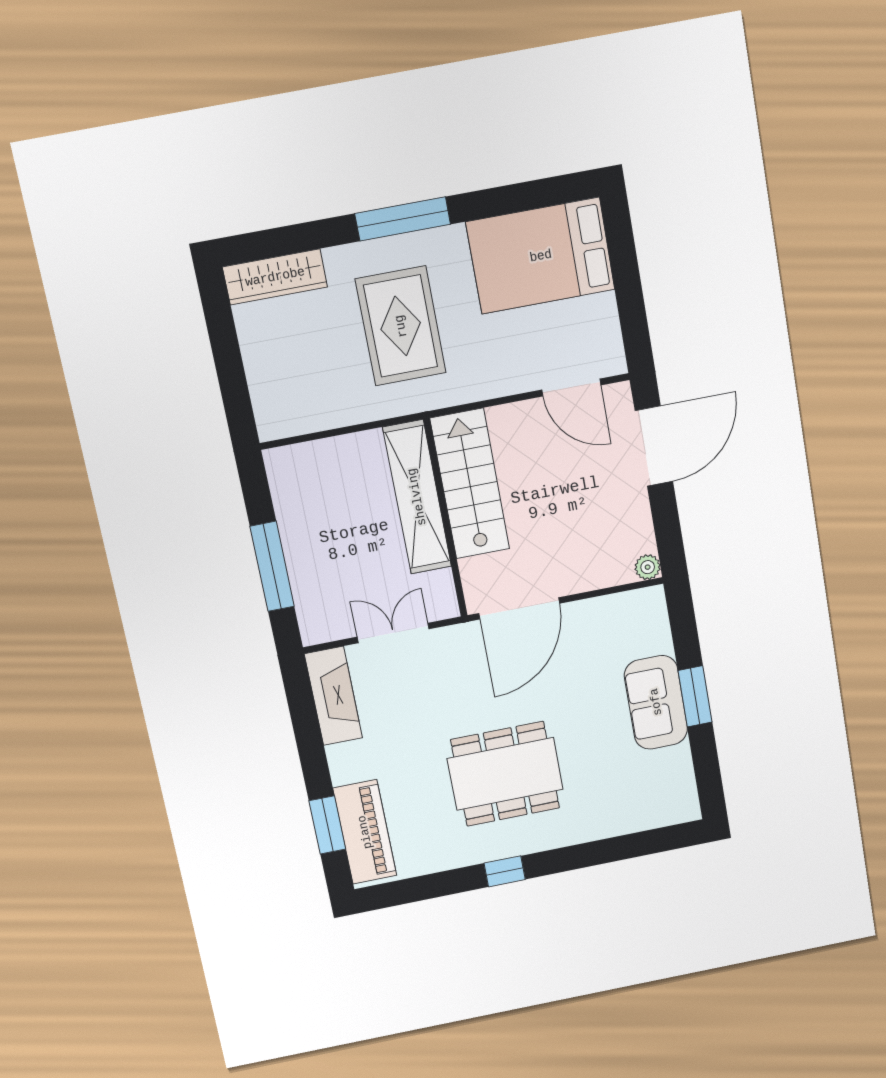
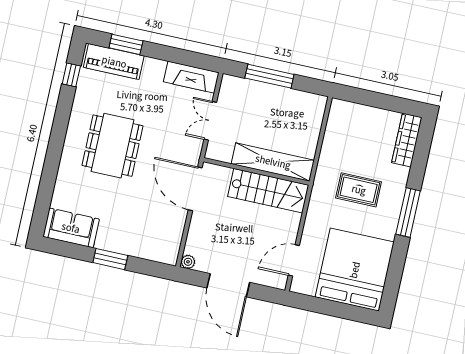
bed: (541, 256) -> (355, 270), width x1.36
rug: (401, 326) -> (359, 190), width x0.73, depth x0.70
door: (654, 446) -> (228, 285), moved
double door: (393, 633) -> (210, 121), swing flipped
sofa: (656, 702) -> (71, 228), moved
window: (505, 871) -> (71, 75), moved

